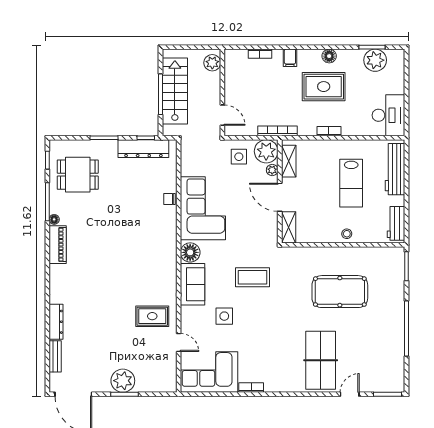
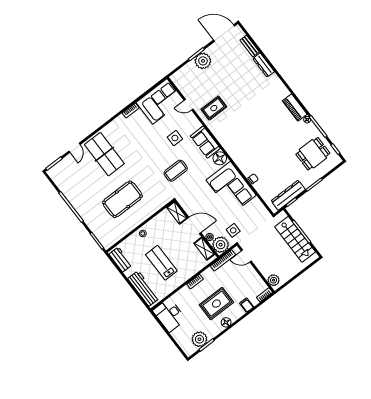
plant: (212, 63) -> (273, 280), moved
wall: (222, 92) -> (256, 268), moved
door: (222, 115) -> (246, 256), moved

